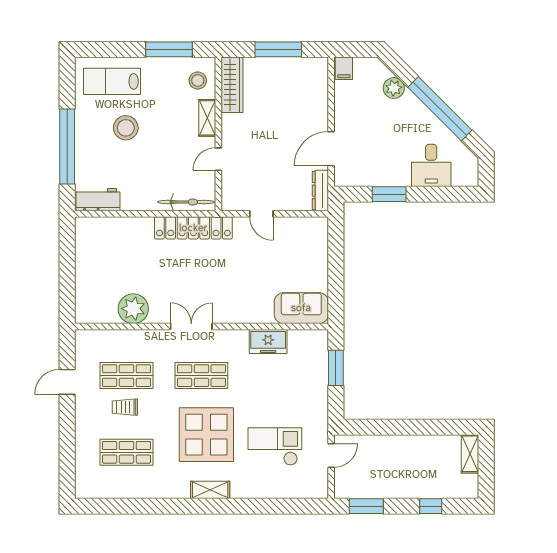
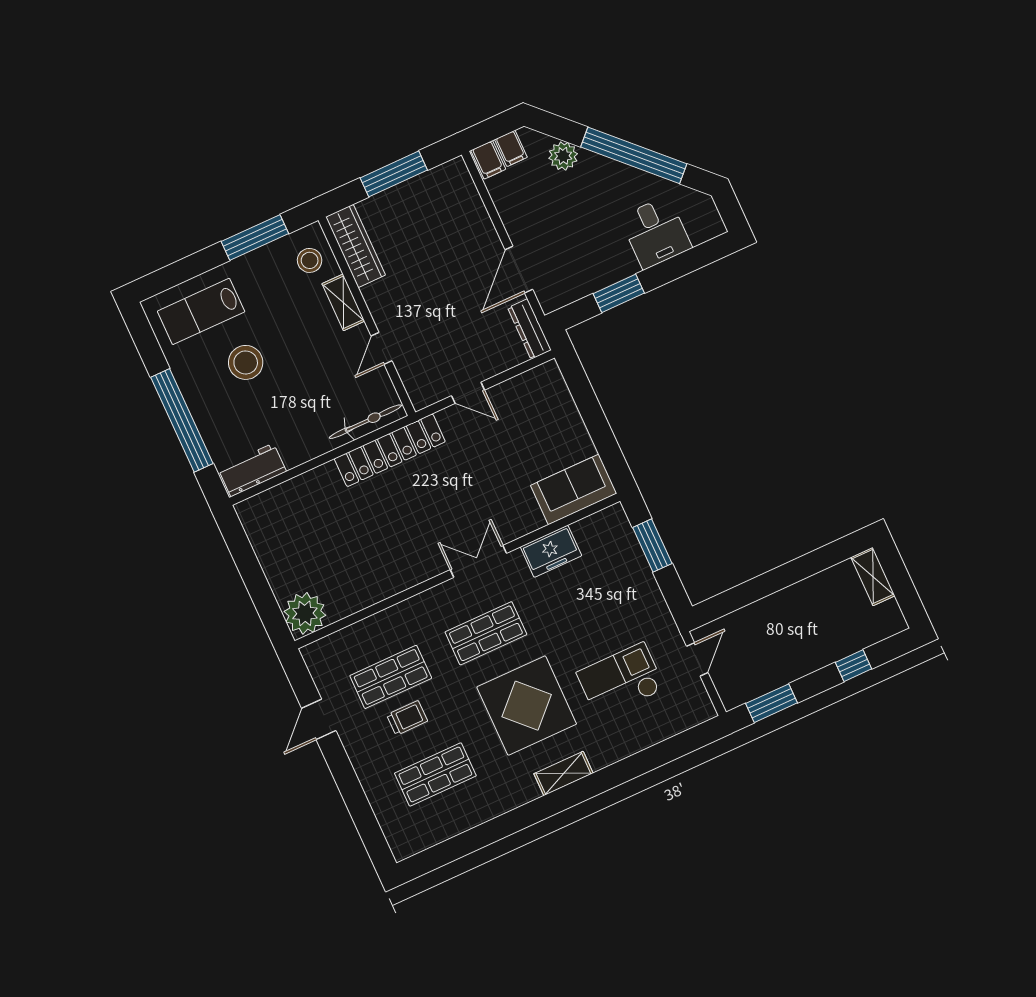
filing cabinet: (362, 68) -> (511, 148), added
plant: (133, 309) -> (305, 613), moved
double door: (191, 327) -> (478, 561), moved
trolley: (125, 407) -> (407, 718), turned 180

